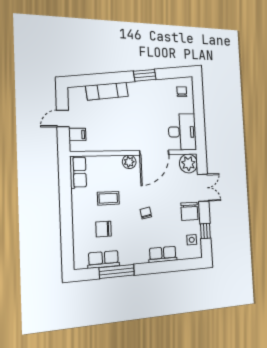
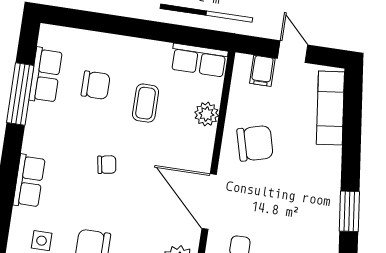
exam couch: (107, 91) -> (330, 108), moved
chair: (119, 132) -> (255, 143), added
plant: (129, 162) -> (207, 114), moved
chair: (104, 229) -> (96, 85), turned 90

